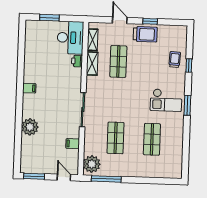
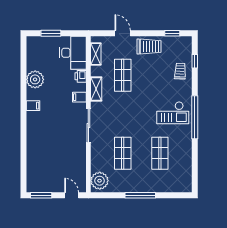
window: (150, 21) -> (172, 33), moved
shelving: (92, 64) -> (96, 89), moved
window: (189, 66) -> (195, 61), moved
window: (187, 105) -> (195, 117), width x2.11
plant: (30, 127) -> (35, 79), moved
filing cabinet: (73, 144) -> (79, 97), moved
window: (106, 179) -> (140, 195), moved

